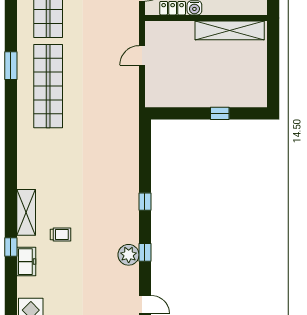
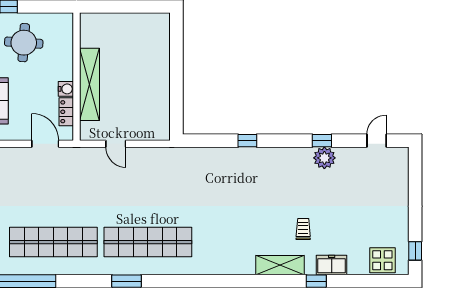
shelving: (230, 30) -> (90, 84), moved
window: (220, 113) -> (176, 62), removed
window: (145, 202) -> (247, 141), moved

